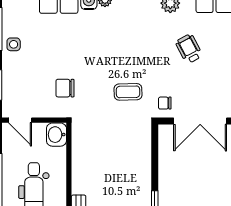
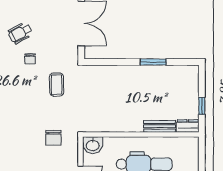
chair: (165, 103) -> (30, 59), moved

